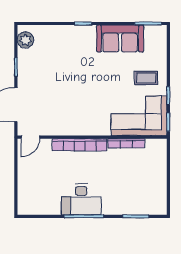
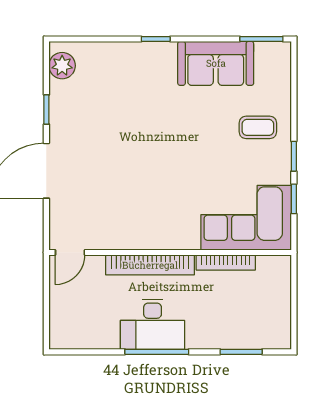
corner sofa: (139, 116) -> (246, 218), moved
door: (30, 137) -> (70, 252), moved
wall: (92, 137) -> (170, 252), moved
bookcase: (126, 143) -> (226, 262), moved
bookcase: (80, 145) -> (150, 265), moved

